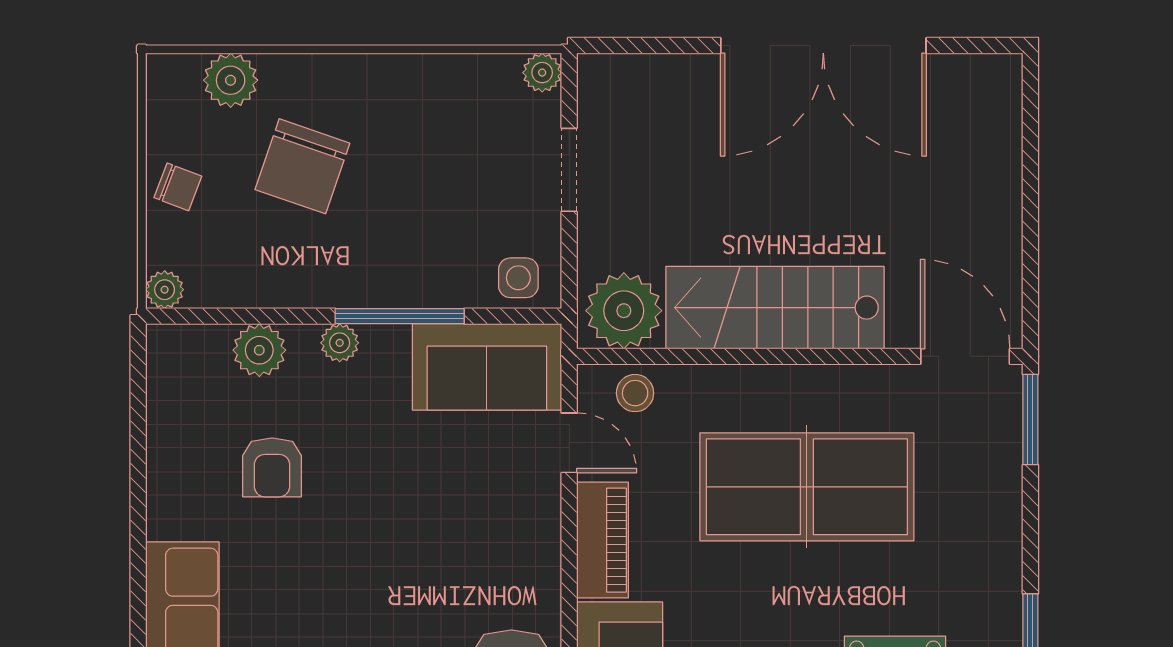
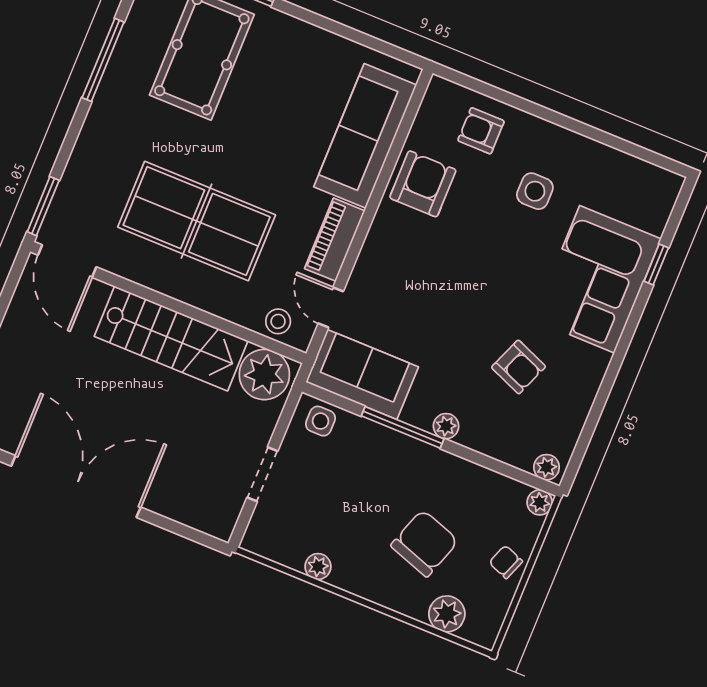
plant: (542, 73) -> (318, 567), moved
plant: (259, 350) -> (547, 467), moved, width x0.73, depth x0.73
armchair: (272, 467) -> (519, 367), turned 112

